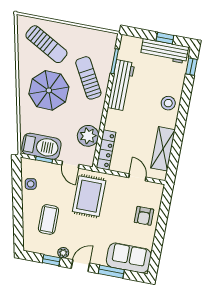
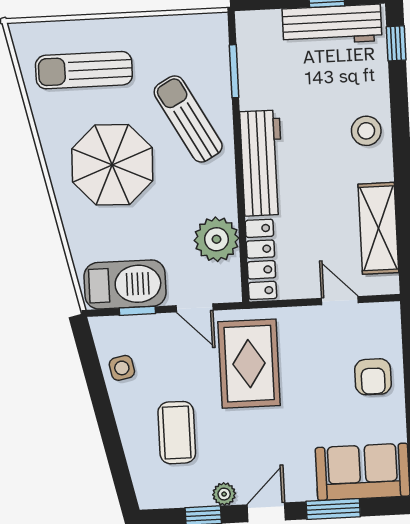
sun lounger: (46, 44) -> (84, 70), turned 151
workbench: (121, 85) -> (262, 163), moved

